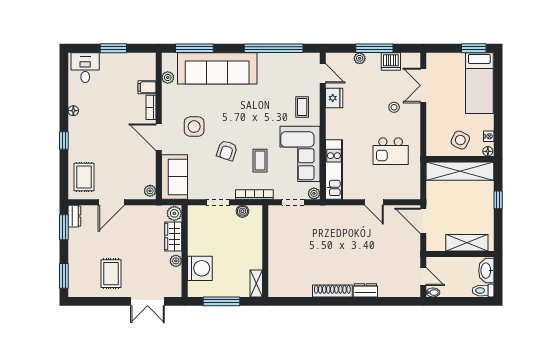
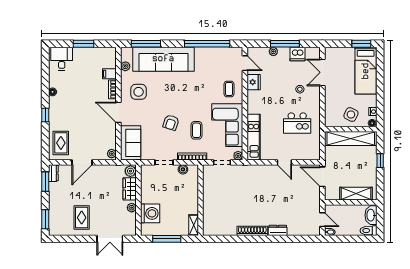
side table: (194, 127) -> (139, 92), moved

